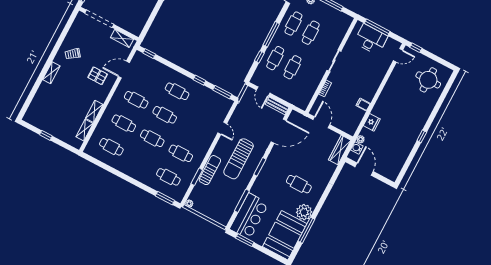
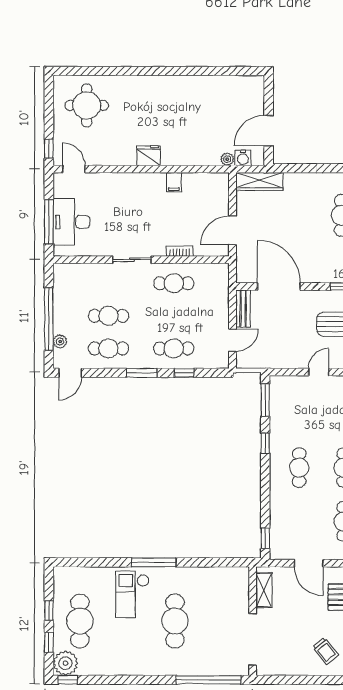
window: (271, 34) -> (142, 373), width x0.69
cafe table: (292, 67) -> (174, 283), moved
fridge: (372, 122) -> (149, 156), moved
window: (422, 136) -> (175, 71), removed

